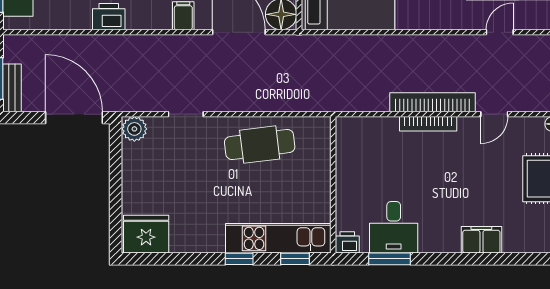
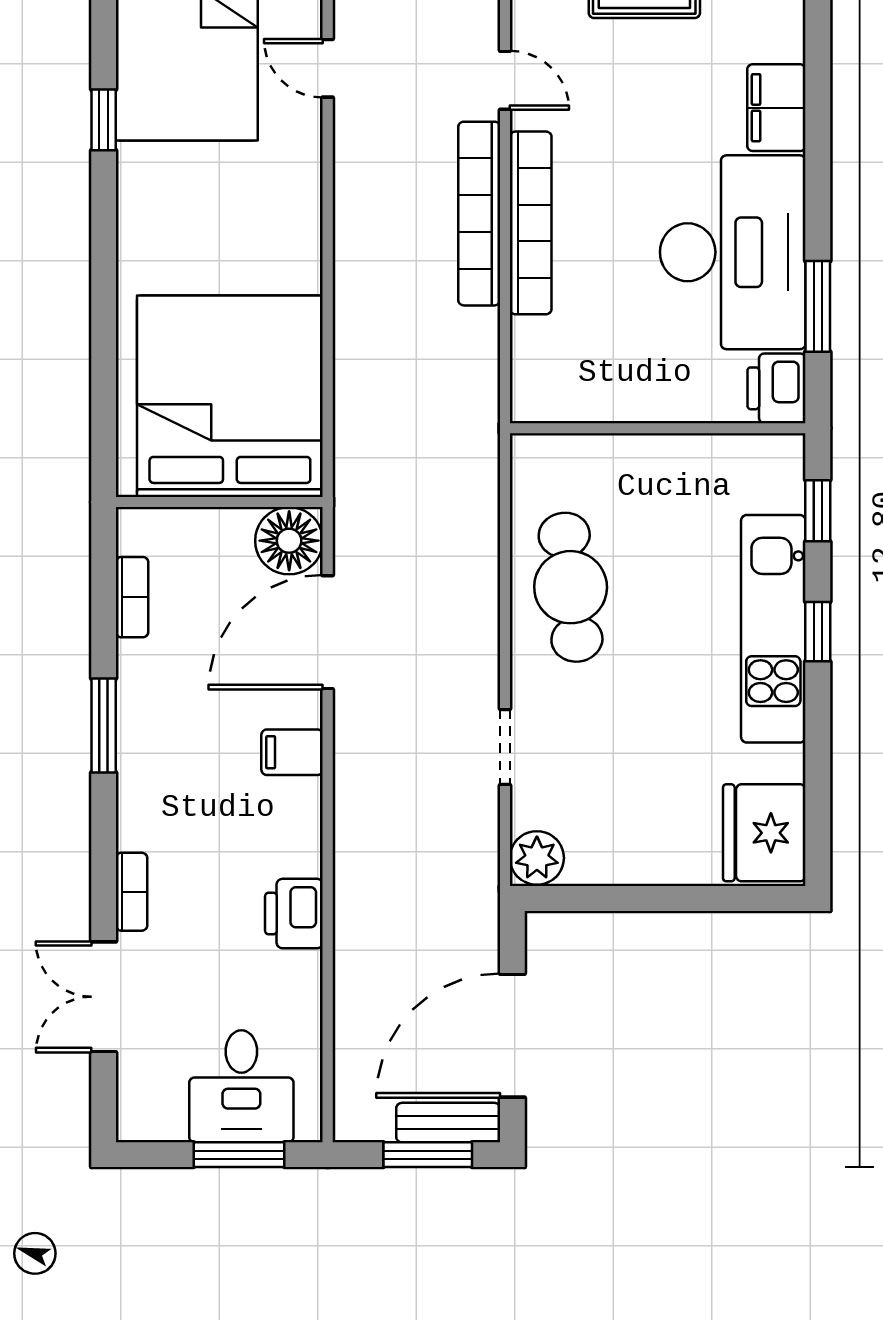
door: (74, 118) -> (512, 1036), moved
bookcase: (428, 124) -> (531, 223), width x1.48, depth x1.31
desk: (394, 227) -> (733, 252), width x1.87, depth x1.30
kitchen unit: (278, 238) -> (773, 629), moved
printer: (347, 242) -> (776, 388), width x1.36, depth x1.24

